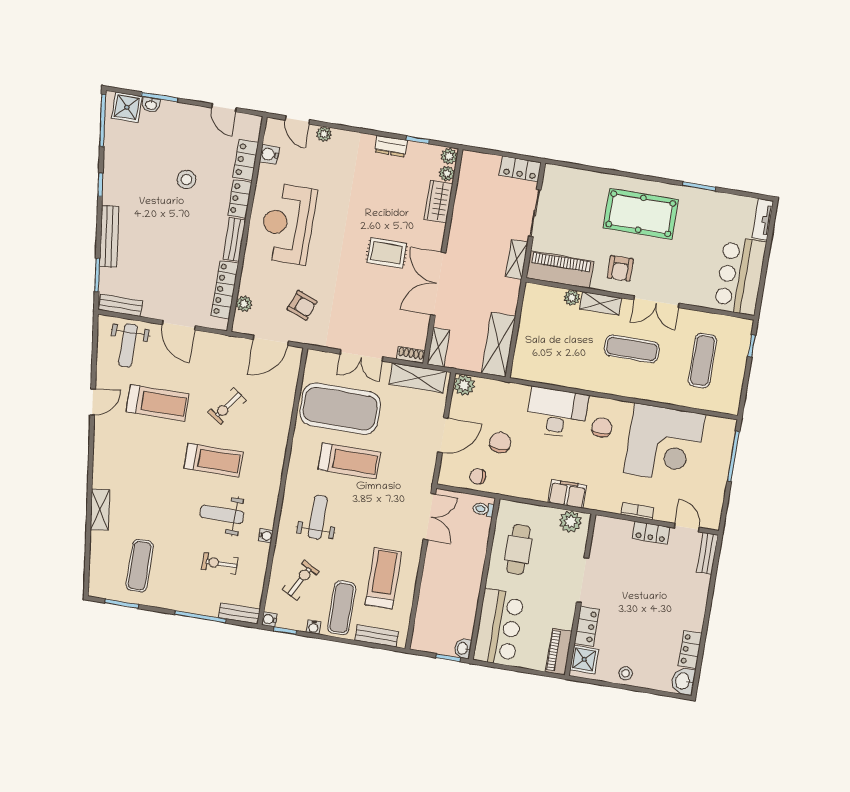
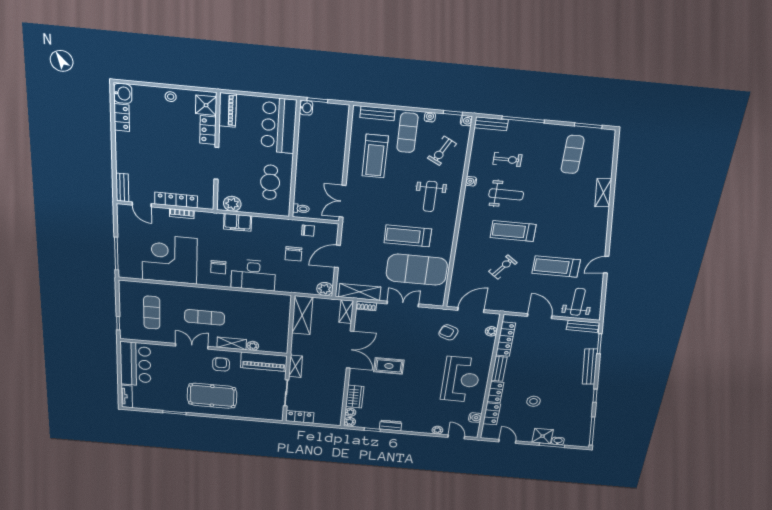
shower: (127, 107) -> (543, 436), moved
locker: (651, 533) -> (176, 200), width x1.53

